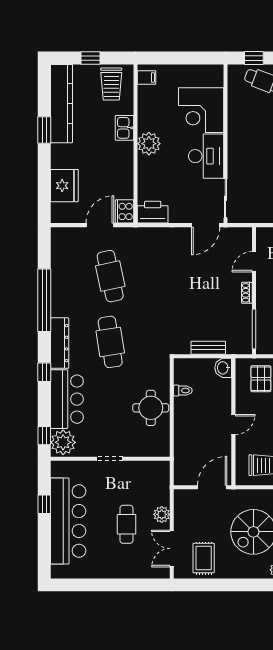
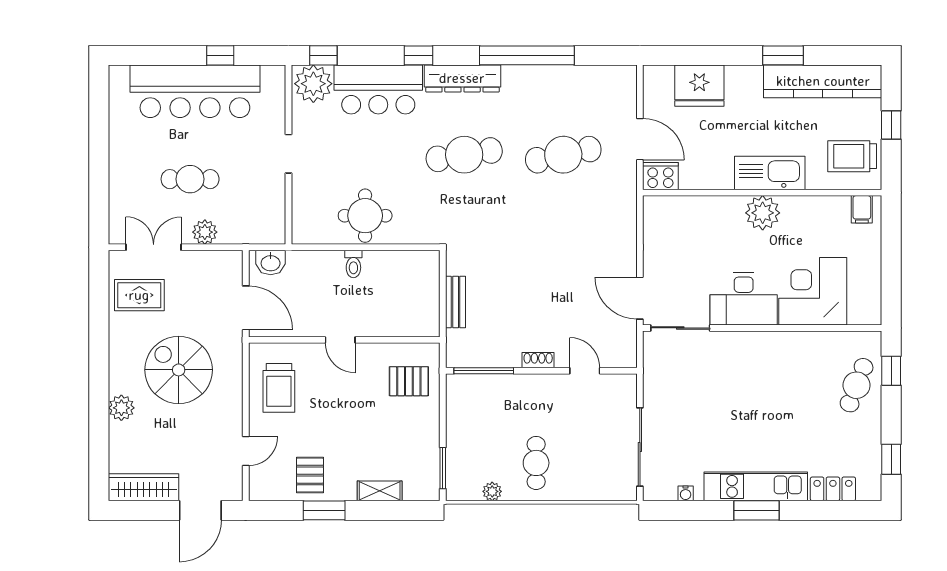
kitchen sink: (125, 128) -> (770, 173), width x1.88, depth x1.24
printer: (153, 212) -> (659, 219), removed
washbasin: (223, 368) -> (271, 263), moved, turned 180
toilet: (183, 391) -> (353, 264), moved

